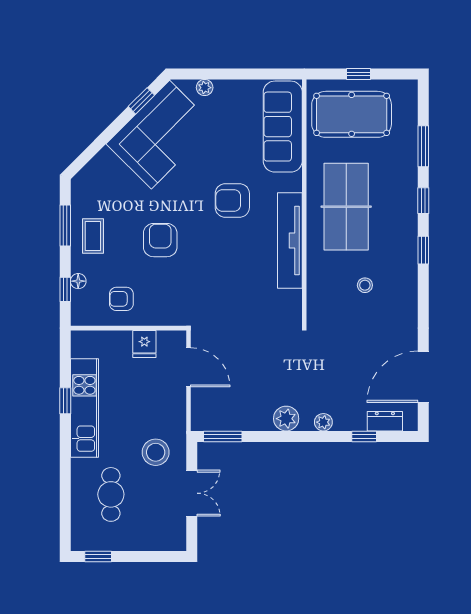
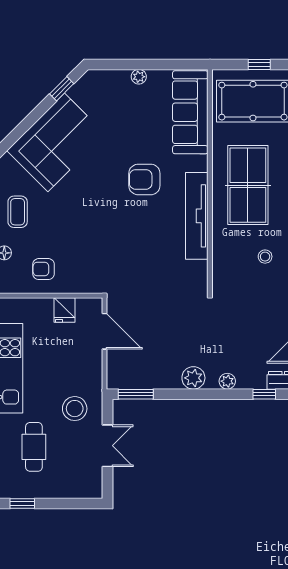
plant: (205, 88) -> (139, 77), moved
corner sofa: (160, 135) -> (56, 142), moved
armchair: (160, 240) -> (79, 216), removed

